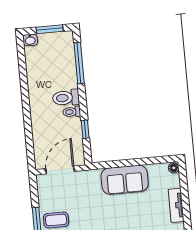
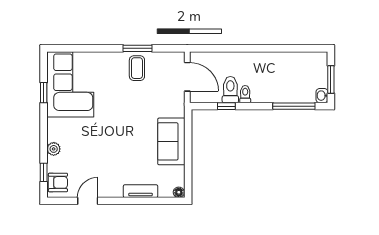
washbasin: (30, 40) -> (322, 96), moved
toilet: (66, 98) -> (230, 90), moved

